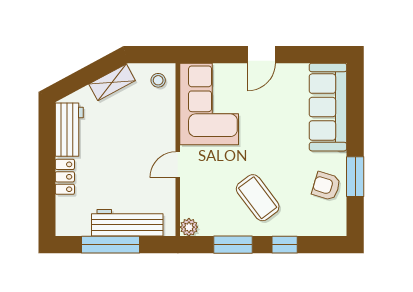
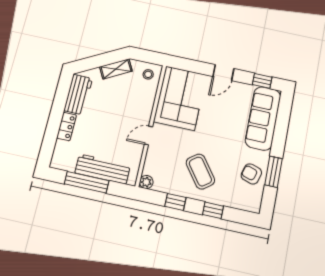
window: (317, 55) -> (262, 81), added
window: (233, 245) -> (175, 202), width x0.67

